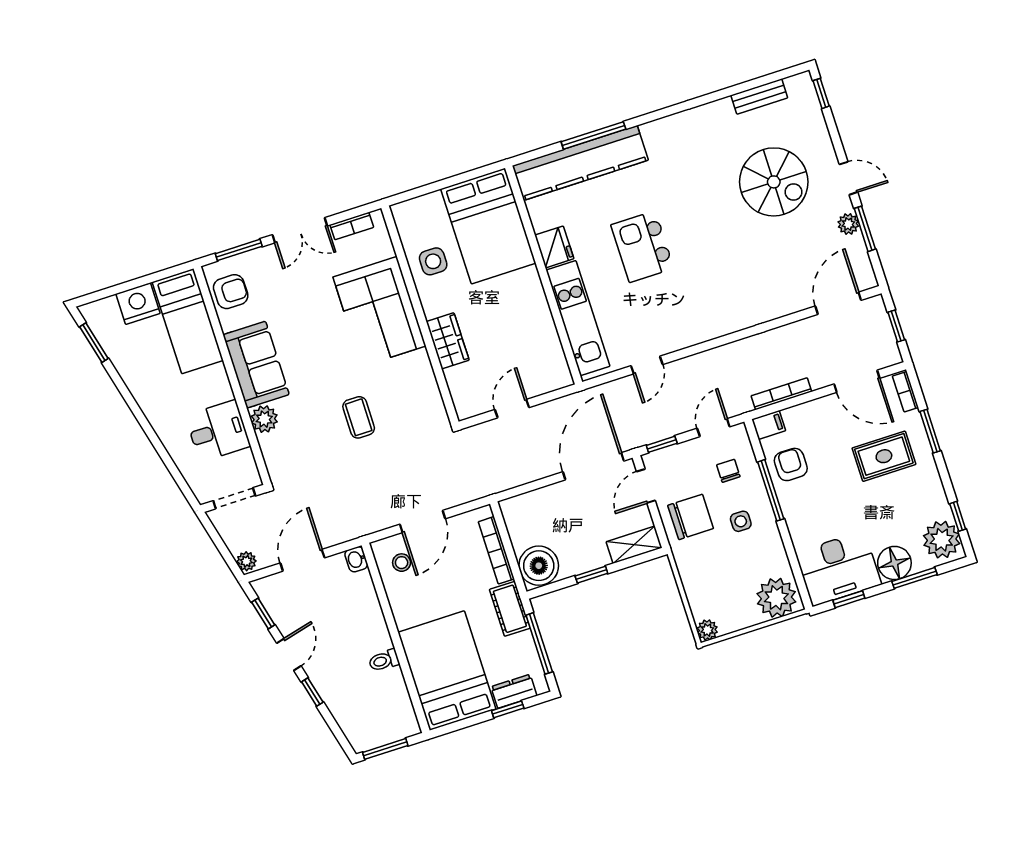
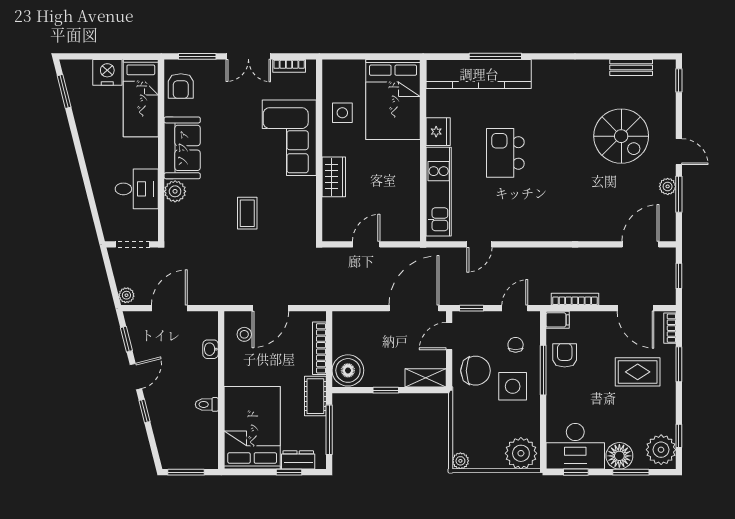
armchair: (231, 292) -> (181, 86), turned 90
side table: (741, 521) -> (513, 386), width x1.87, depth x1.87
washbasin: (356, 559) -> (211, 349), moved

